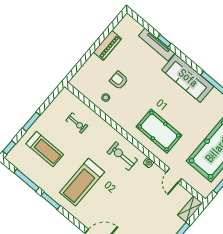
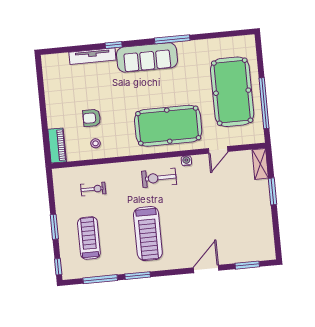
window: (164, 41) -> (114, 45), moved
piano: (107, 45) -> (57, 145), moved
pool table: (159, 131) -> (168, 126), width x1.36, depth x1.32
treadmill: (45, 149) -> (89, 238), turned -90
door: (174, 175) -> (218, 150), hinge flipped

